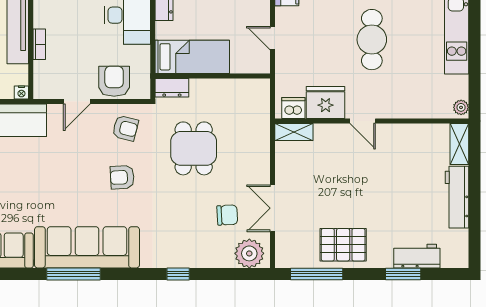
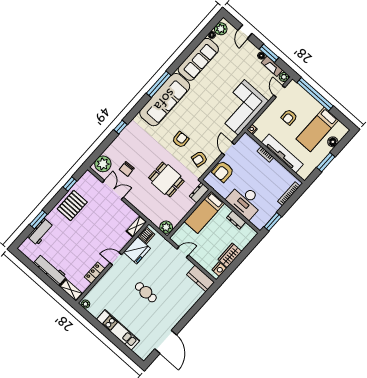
cafe table: (372, 40) -> (146, 292), width x0.73, depth x0.74
armchair: (114, 81) -> (223, 171), turned 90
plant: (259, 91) -> (166, 227), added
locker: (407, 133) -> (95, 273), added
window: (317, 274) -> (70, 184), width x0.46

